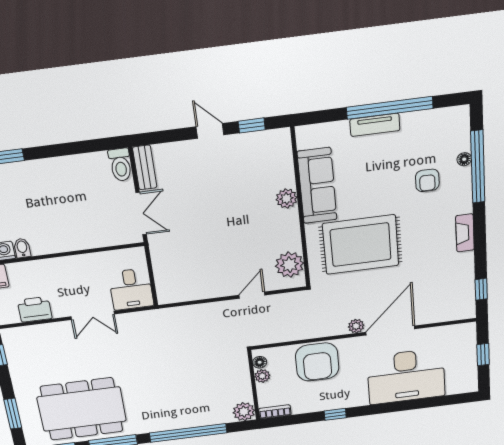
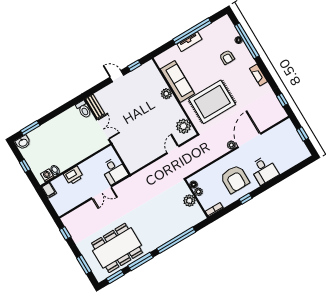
printer: (35, 309) -> (73, 176), moved, turned 180
armchair: (317, 362) -> (235, 179), moved
desk: (406, 376) -> (264, 170), width x0.53, depth x0.77
plant: (244, 412) -> (189, 201), moved

